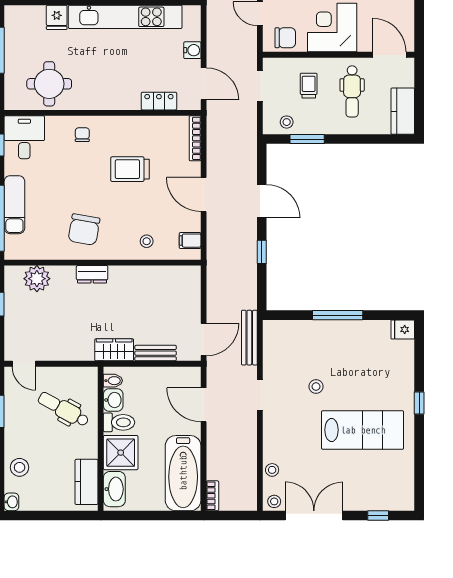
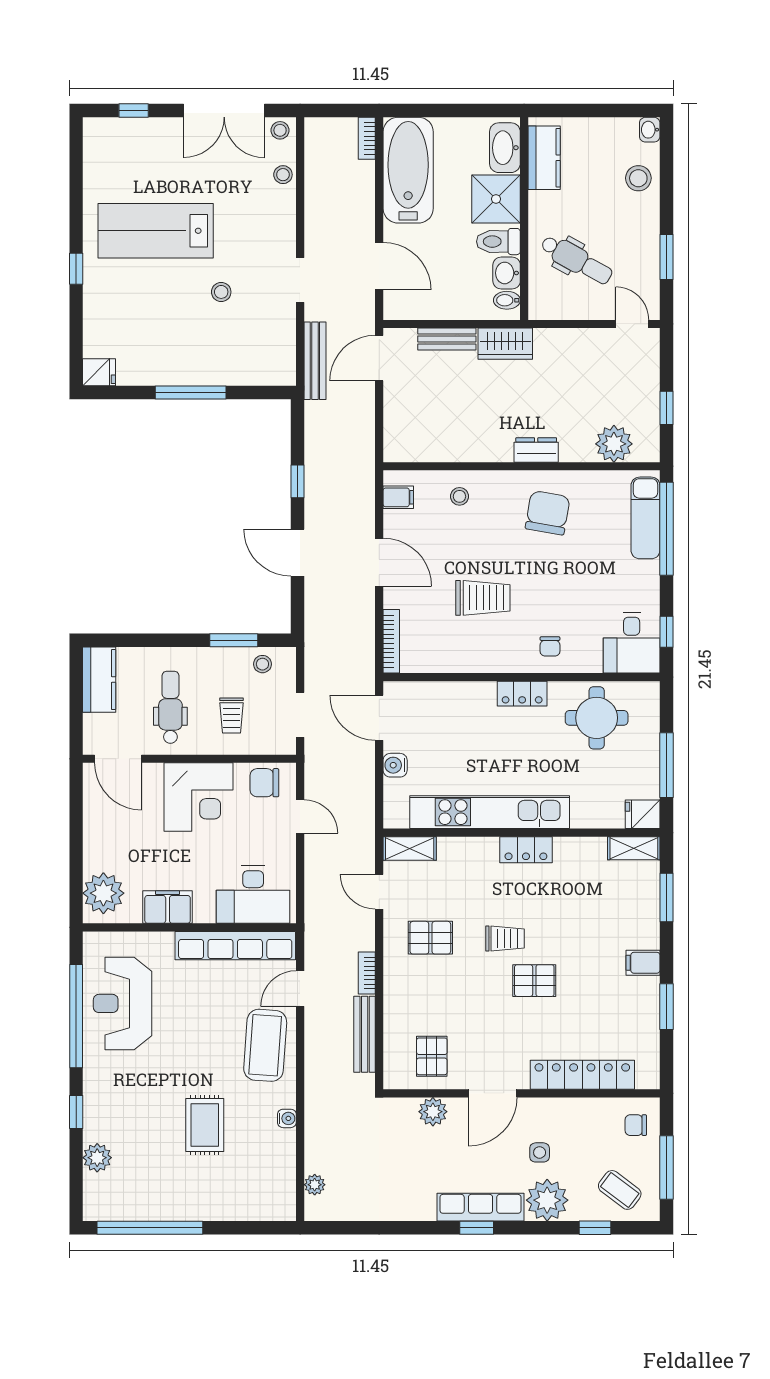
fridge: (57, 17) -> (643, 814), moved, turned -90
locker: (159, 101) -> (522, 694), moved
exam couch: (14, 205) -> (645, 518), moved

